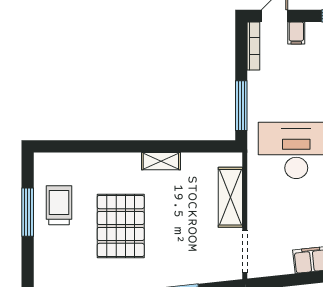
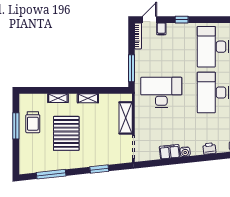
shelving: (105, 161) -> (58, 98), added
trolley: (59, 205) -> (33, 122), turned 180

